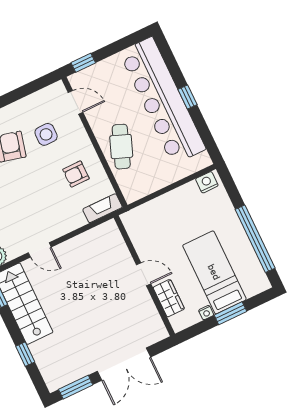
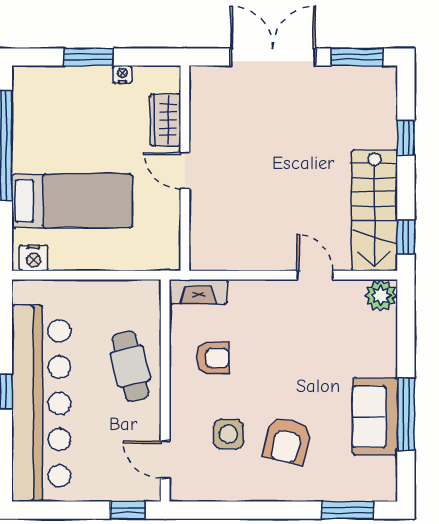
cafe table: (121, 147) -> (130, 366), turned -34
bed: (214, 272) -> (72, 201), moved, turned -90

